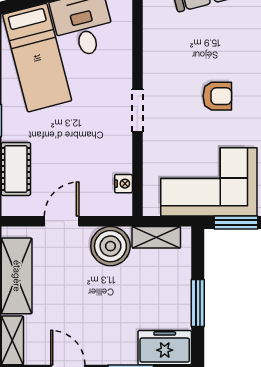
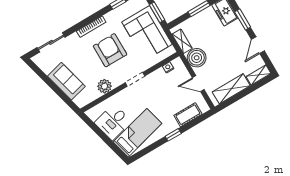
plant: (157, 47) -> (104, 86), added
armchair: (217, 96) -> (110, 50), width x1.88, depth x1.88

